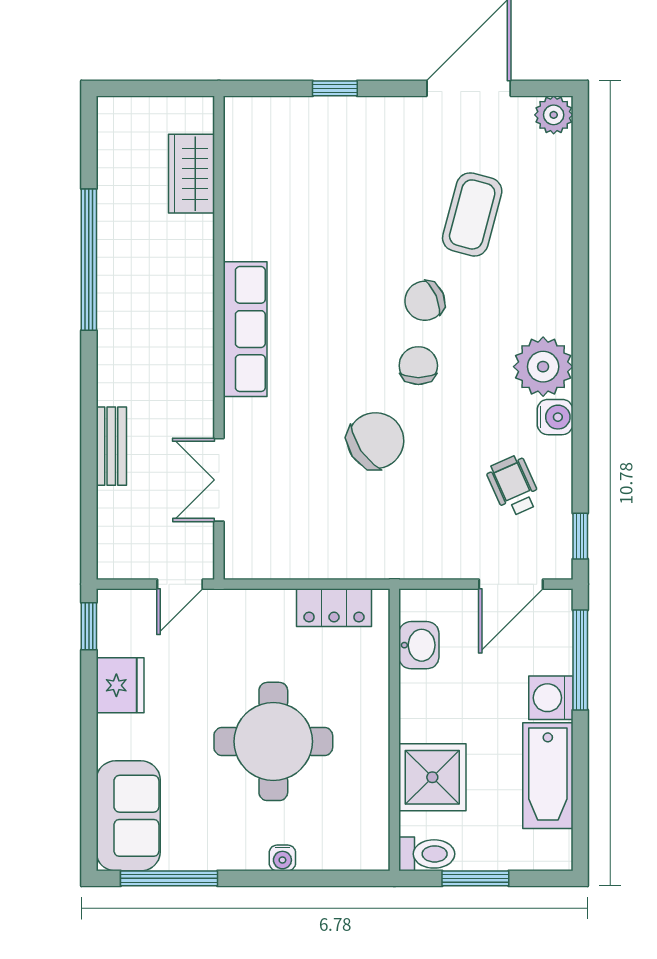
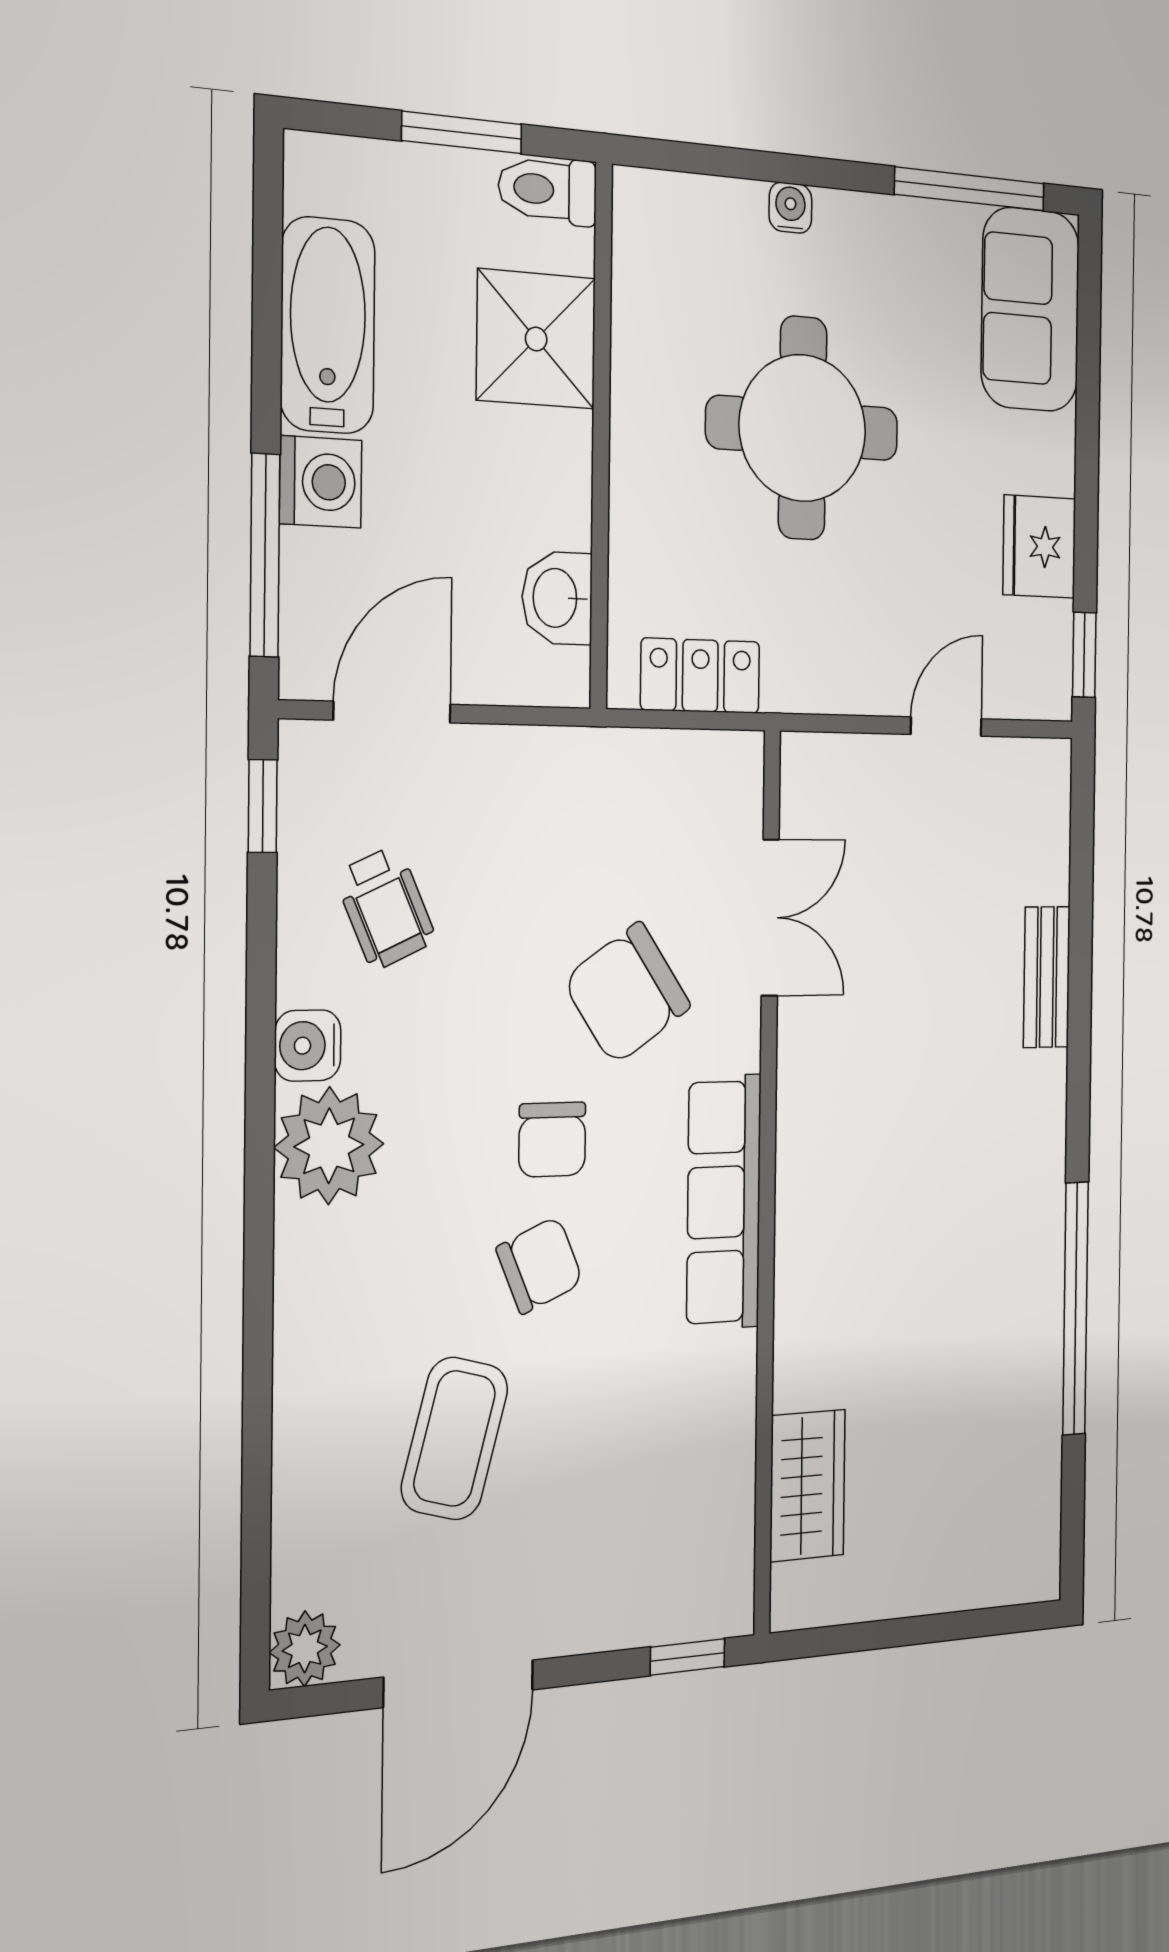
wardrobe: (191, 174) -> (808, 1485), moved
row of seats: (245, 329) -> (724, 1202), moved
wall: (219, 338) -> (767, 1184), moved
double door: (219, 480) -> (770, 918), moved

